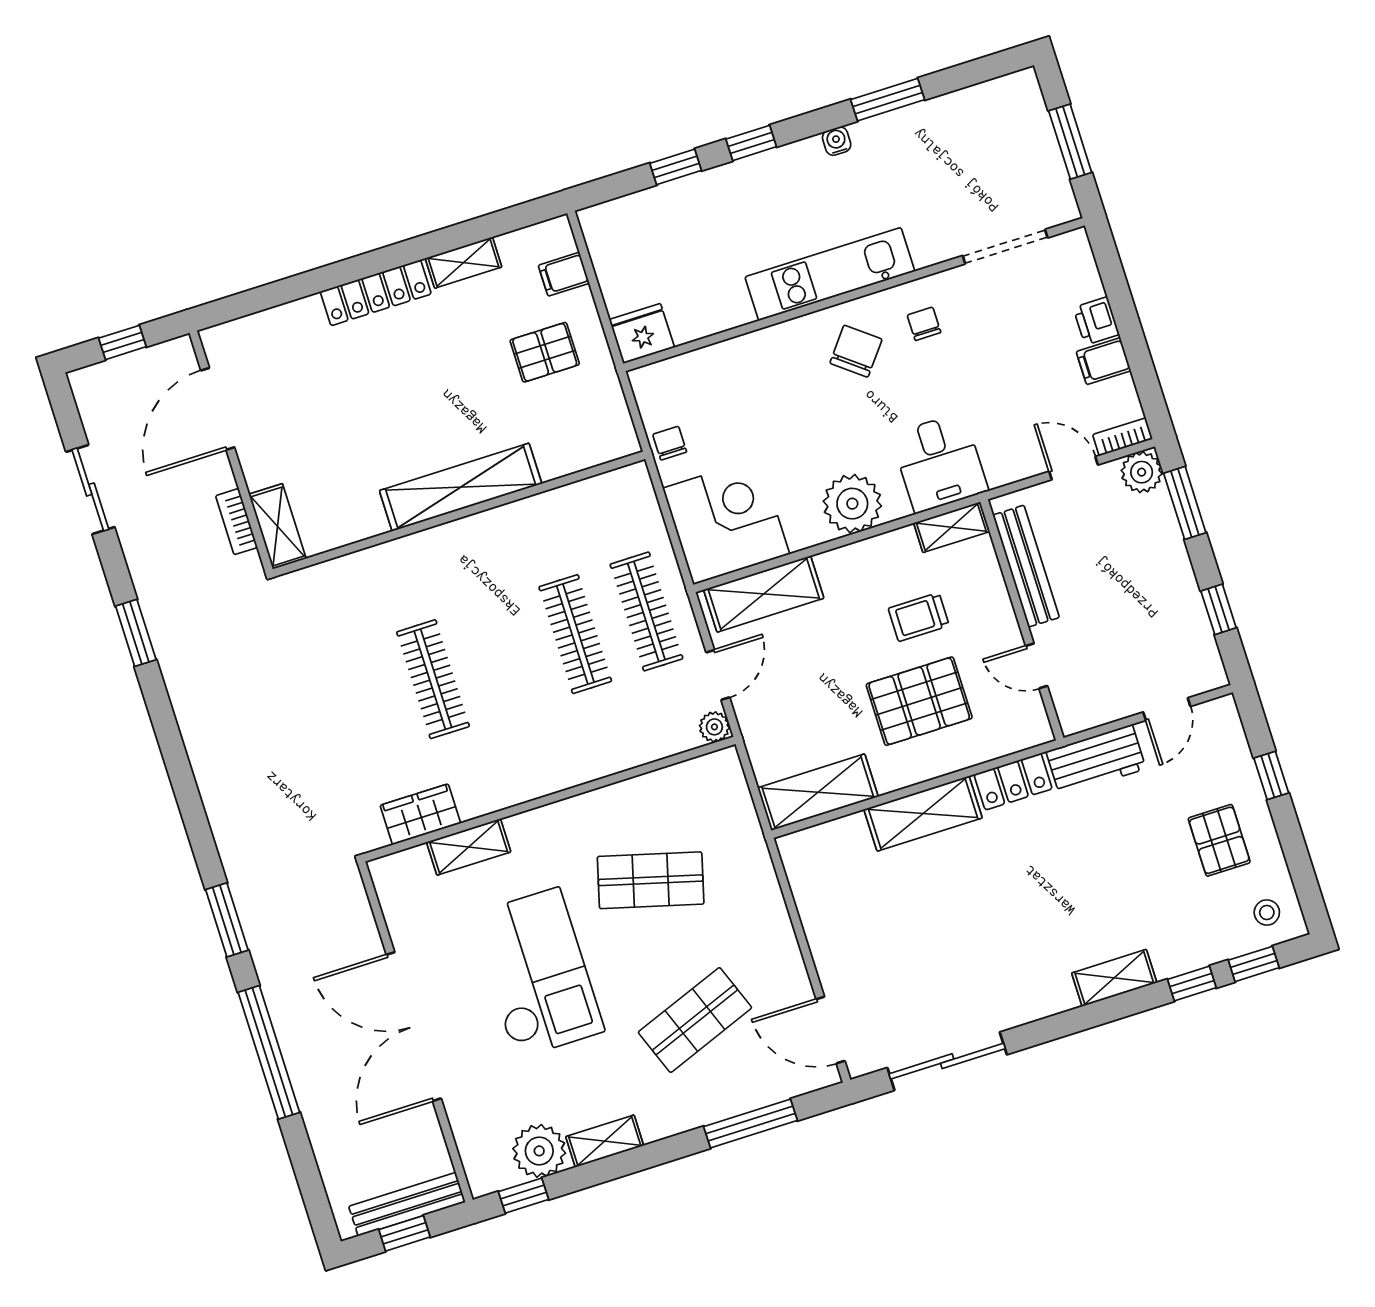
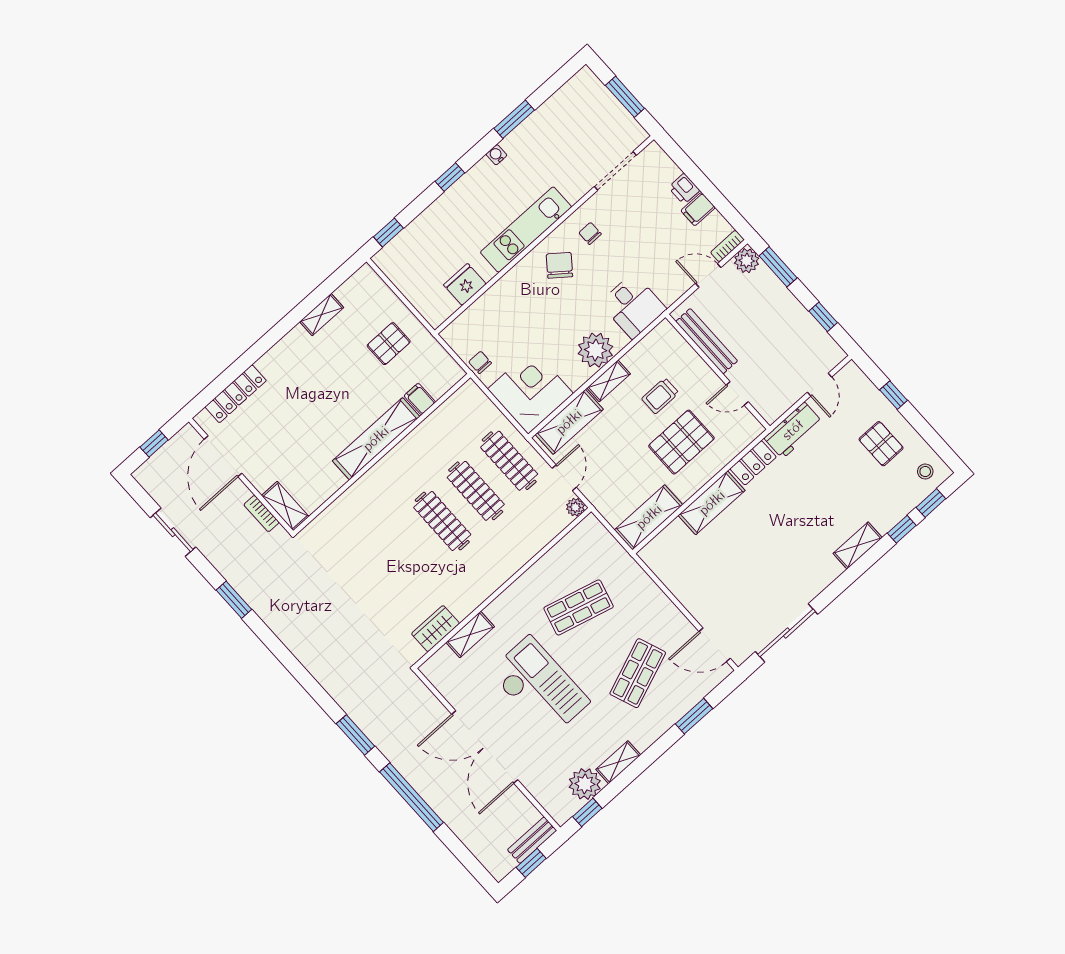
window: (676, 167) -> (388, 233), moved
filing cabinet: (564, 274) -> (420, 399), moved, turned 90
locker: (376, 293) -> (236, 394), moved
fridge: (642, 334) -> (465, 284), moved
shelving: (951, 527) -> (609, 381), moved
clothes rail: (433, 679) -> (442, 521), moved
window: (751, 1124) -> (694, 716), width x0.69
bench: (407, 1204) -> (532, 840), width x0.73

